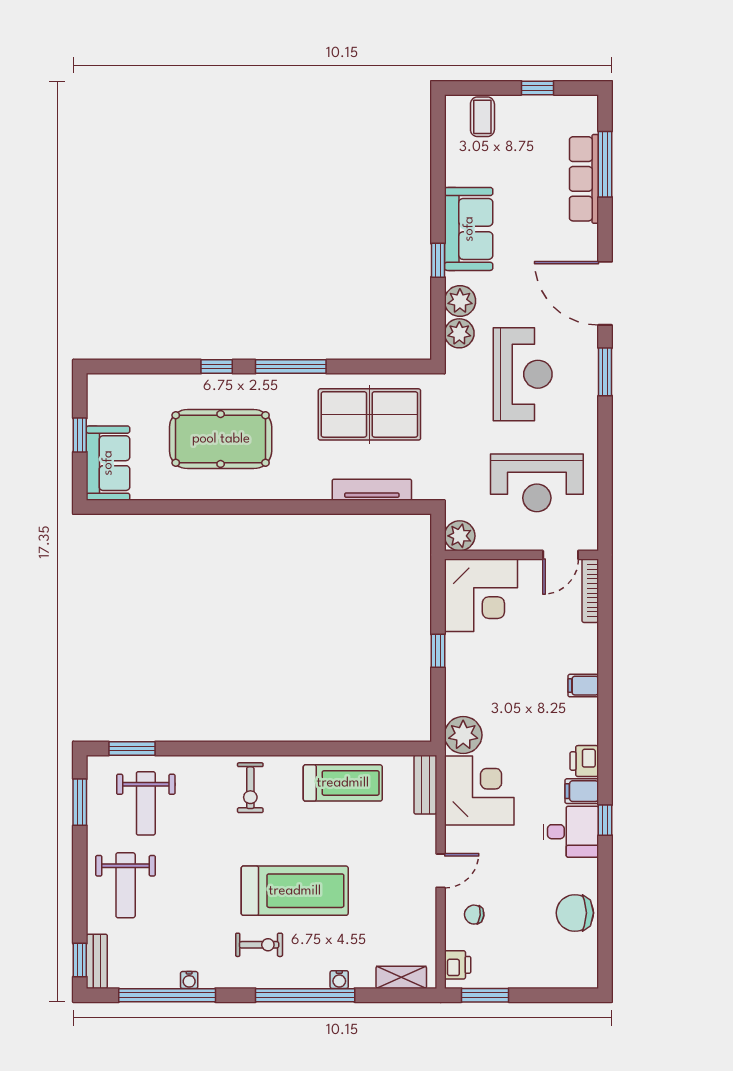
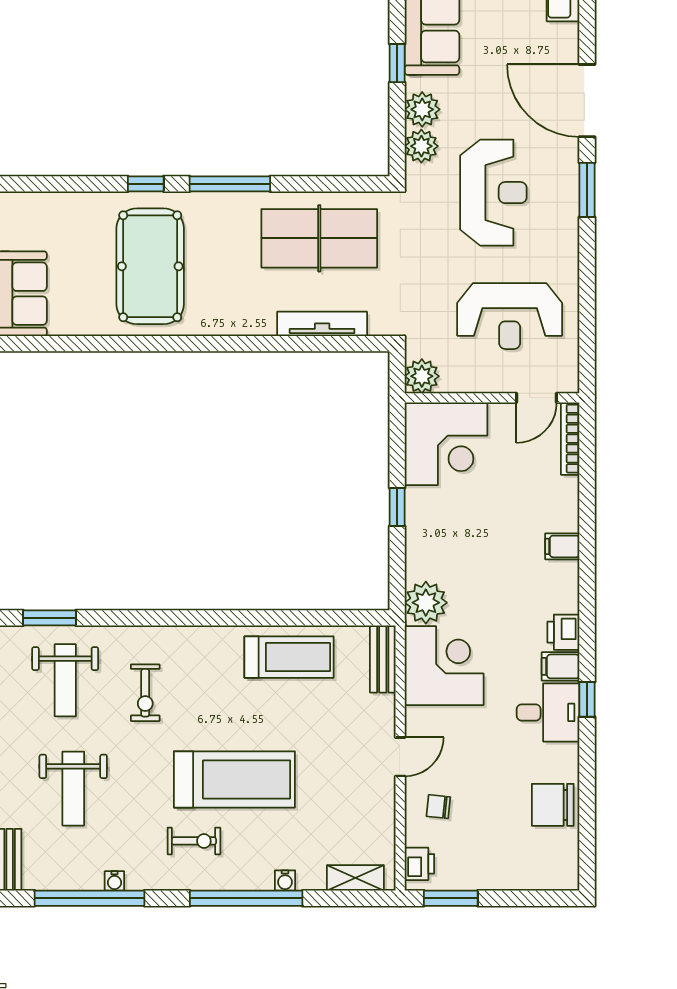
pool table: (221, 439) -> (150, 266), turned 90
exercise bike: (250, 788) -> (145, 693), moved
weight bench: (126, 885) -> (73, 789), moved

